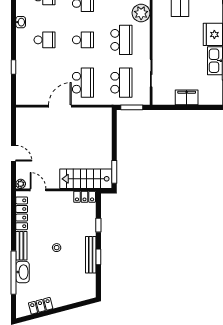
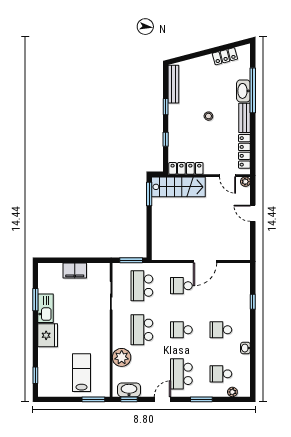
school desk: (83, 83) -> (181, 286), width x0.54
locker: (85, 197) -> (186, 168), width x1.53
bench: (91, 255) -> (173, 84), moved

